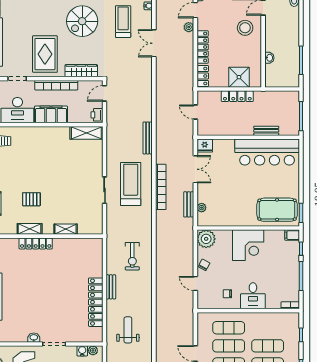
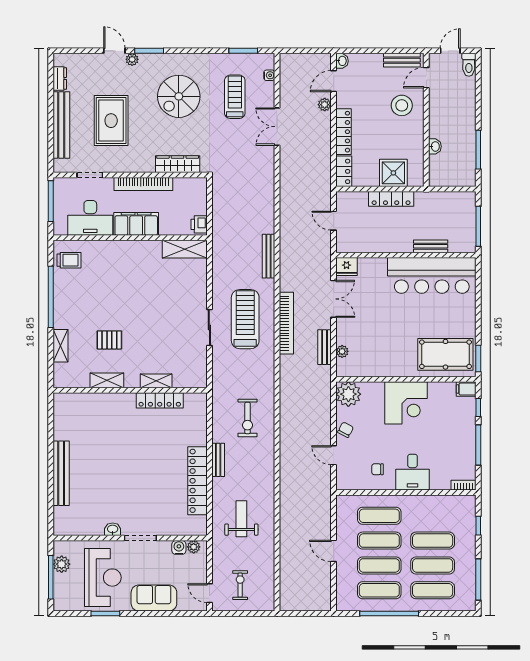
rug: (45, 54) -> (111, 121), moved
door: (105, 93) -> (209, 195), removed
locker: (36, 243) -> (160, 400), moved

